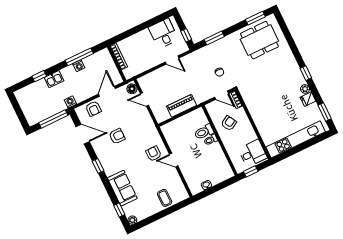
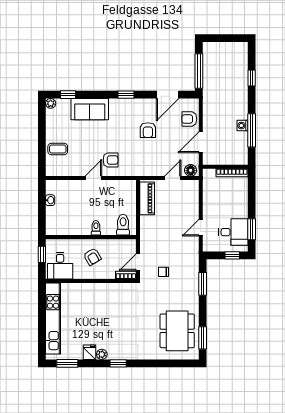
window: (155, 21) -> (252, 229), added
window: (186, 35) -> (232, 255), moved
kitchen sink: (54, 79) -> (241, 92), removed
door: (107, 91) -> (201, 142), swing flipped
washing machine: (70, 102) -> (208, 98), removed
piano: (181, 106) -> (147, 198), moved
armchair: (229, 123) -> (92, 257), moved
toilet: (204, 132) -> (123, 225), moved

